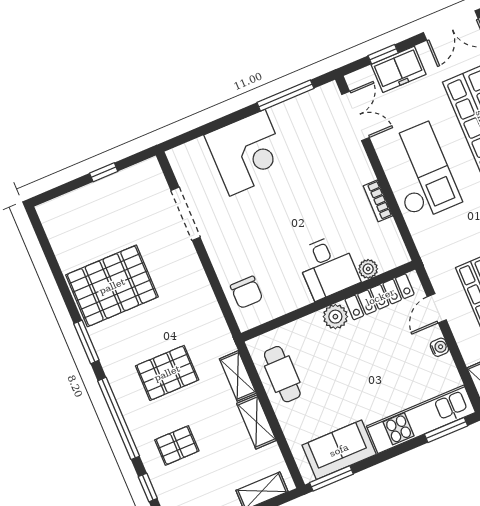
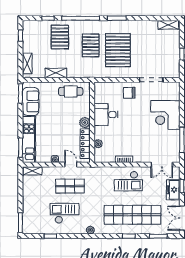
checkout: (420, 172) -> (128, 181), width x0.73, depth x0.83
desk: (327, 267) -> (106, 115), moved
pallet: (112, 286) -> (118, 50), moved
chair: (247, 292) -> (129, 93), moved
shelving: (238, 376) -> (168, 25), moved
pallet: (177, 445) -> (60, 37), width x1.50, depth x1.42

